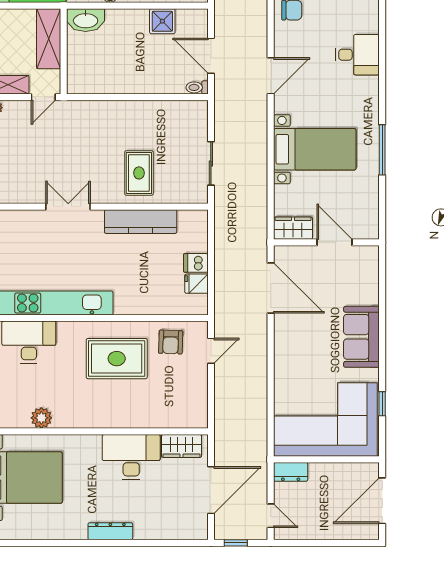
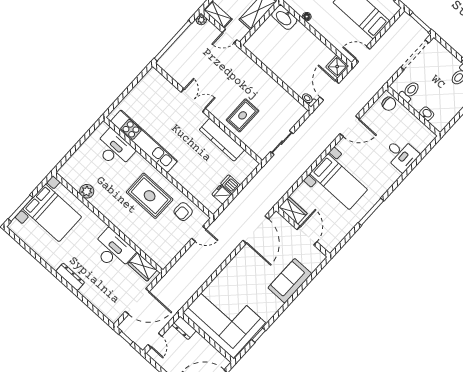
shower: (162, 21) -> (337, 67), moved
sofa: (361, 337) -> (290, 281), moved

